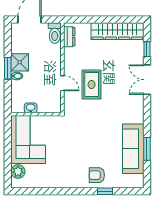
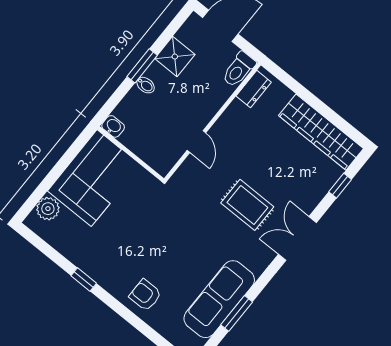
shower: (20, 62) -> (175, 57), moved
double door: (147, 80) -> (297, 238), moved
rug: (92, 85) -> (247, 205), moved, turned 90
washbasin: (31, 108) -> (113, 126), moved
window: (105, 191) -> (84, 279), moved

